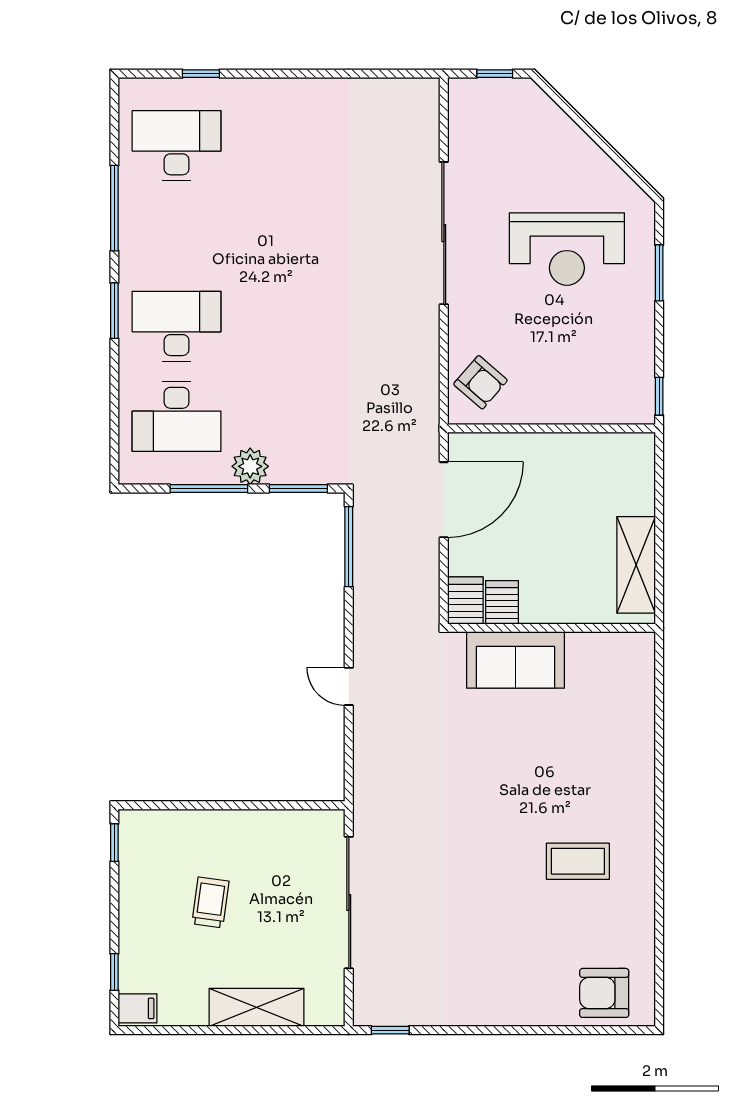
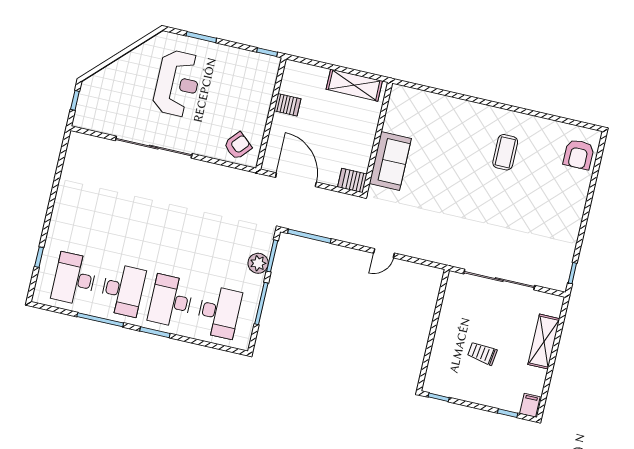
desk: (177, 236) -> (123, 290), added
plant: (250, 466) -> (258, 263), moved
server rack: (502, 602) -> (287, 105), moved, turned 180

